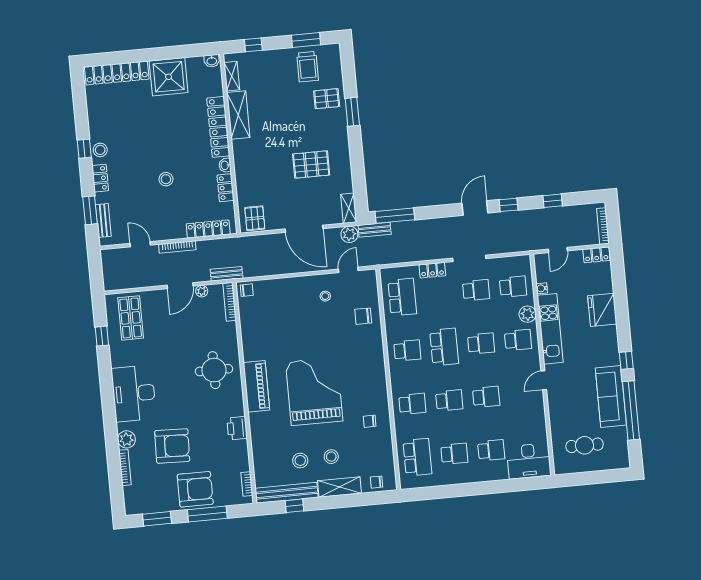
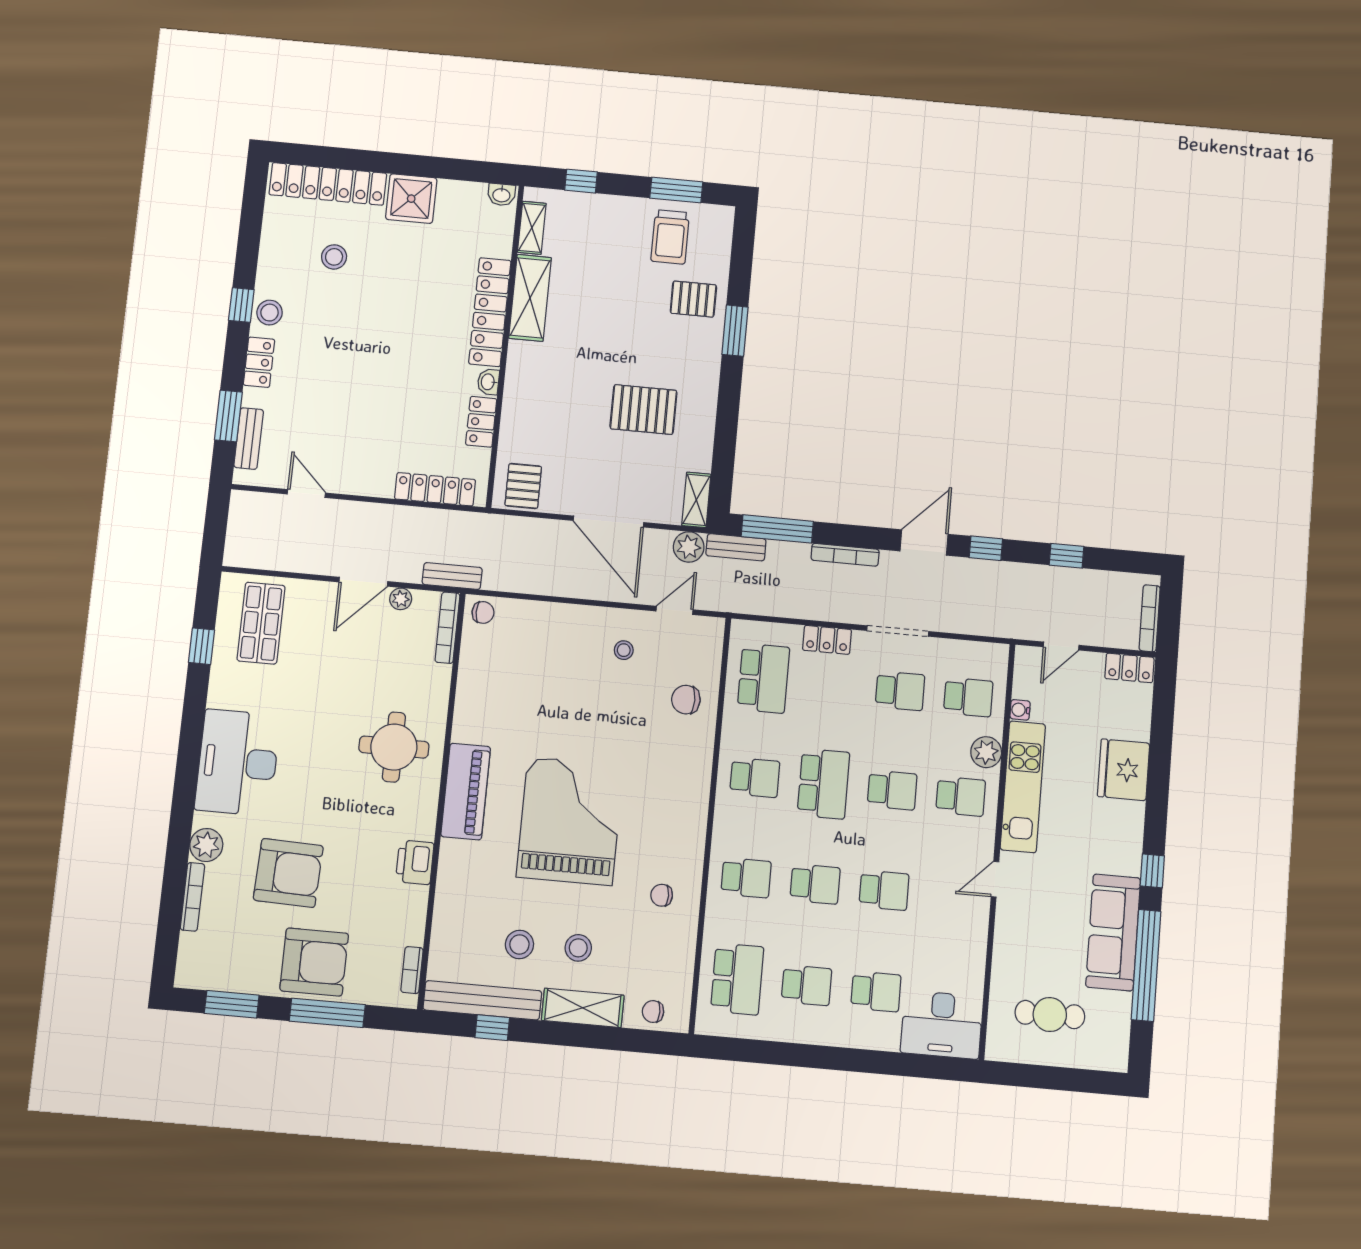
shower: (169, 77) -> (411, 199), width x0.73, depth x0.73
stool: (166, 179) -> (334, 257), moved
bookcase: (177, 247) -> (845, 555), moved

